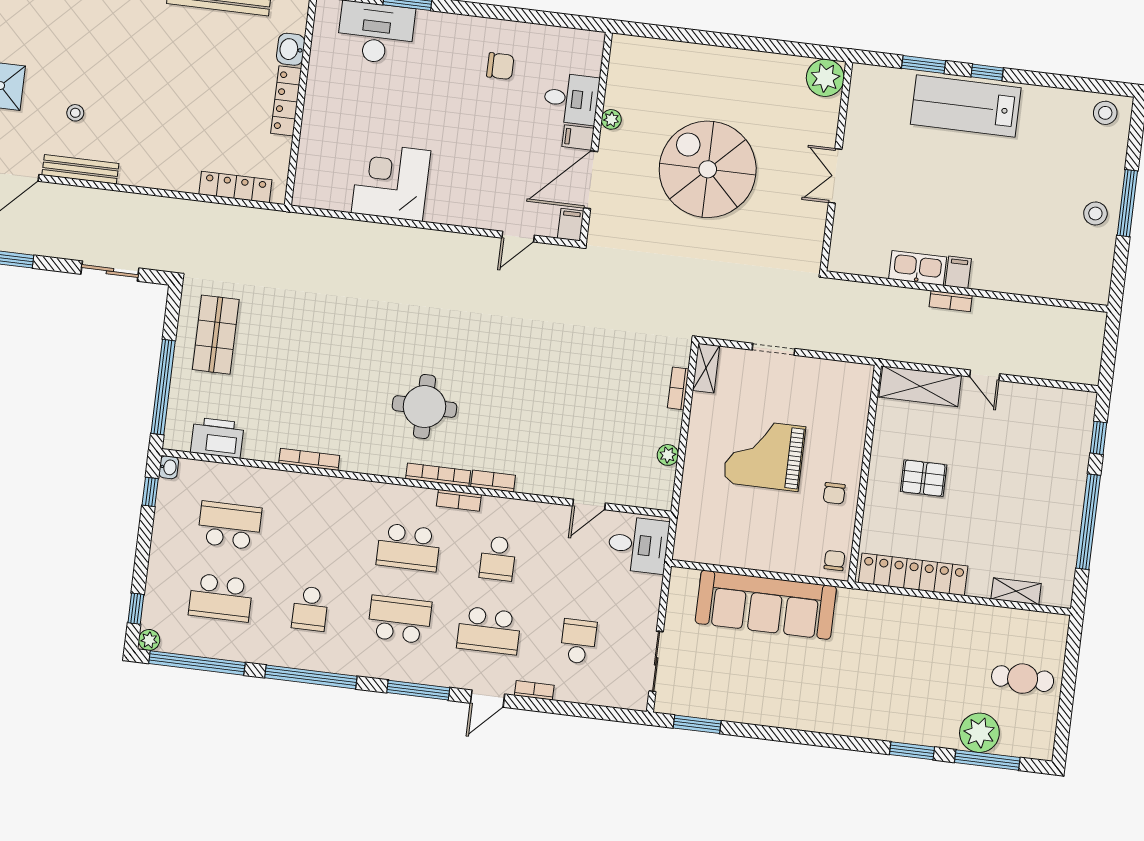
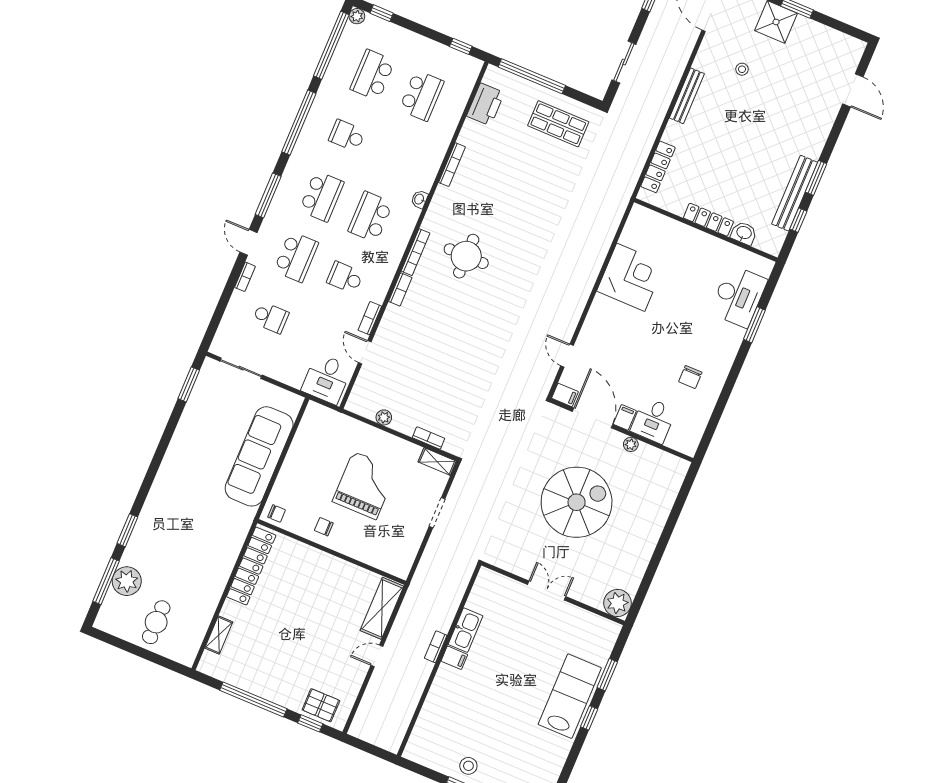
bench: (80, 169) -> (687, 96), moved
washbasin: (169, 467) -> (419, 199), moved, turned 90
pallet: (924, 478) -> (321, 705), moved, turned 90
bookcase: (459, 500) -> (370, 318), moved
school desk: (489, 630) -> (296, 257), turned 180

